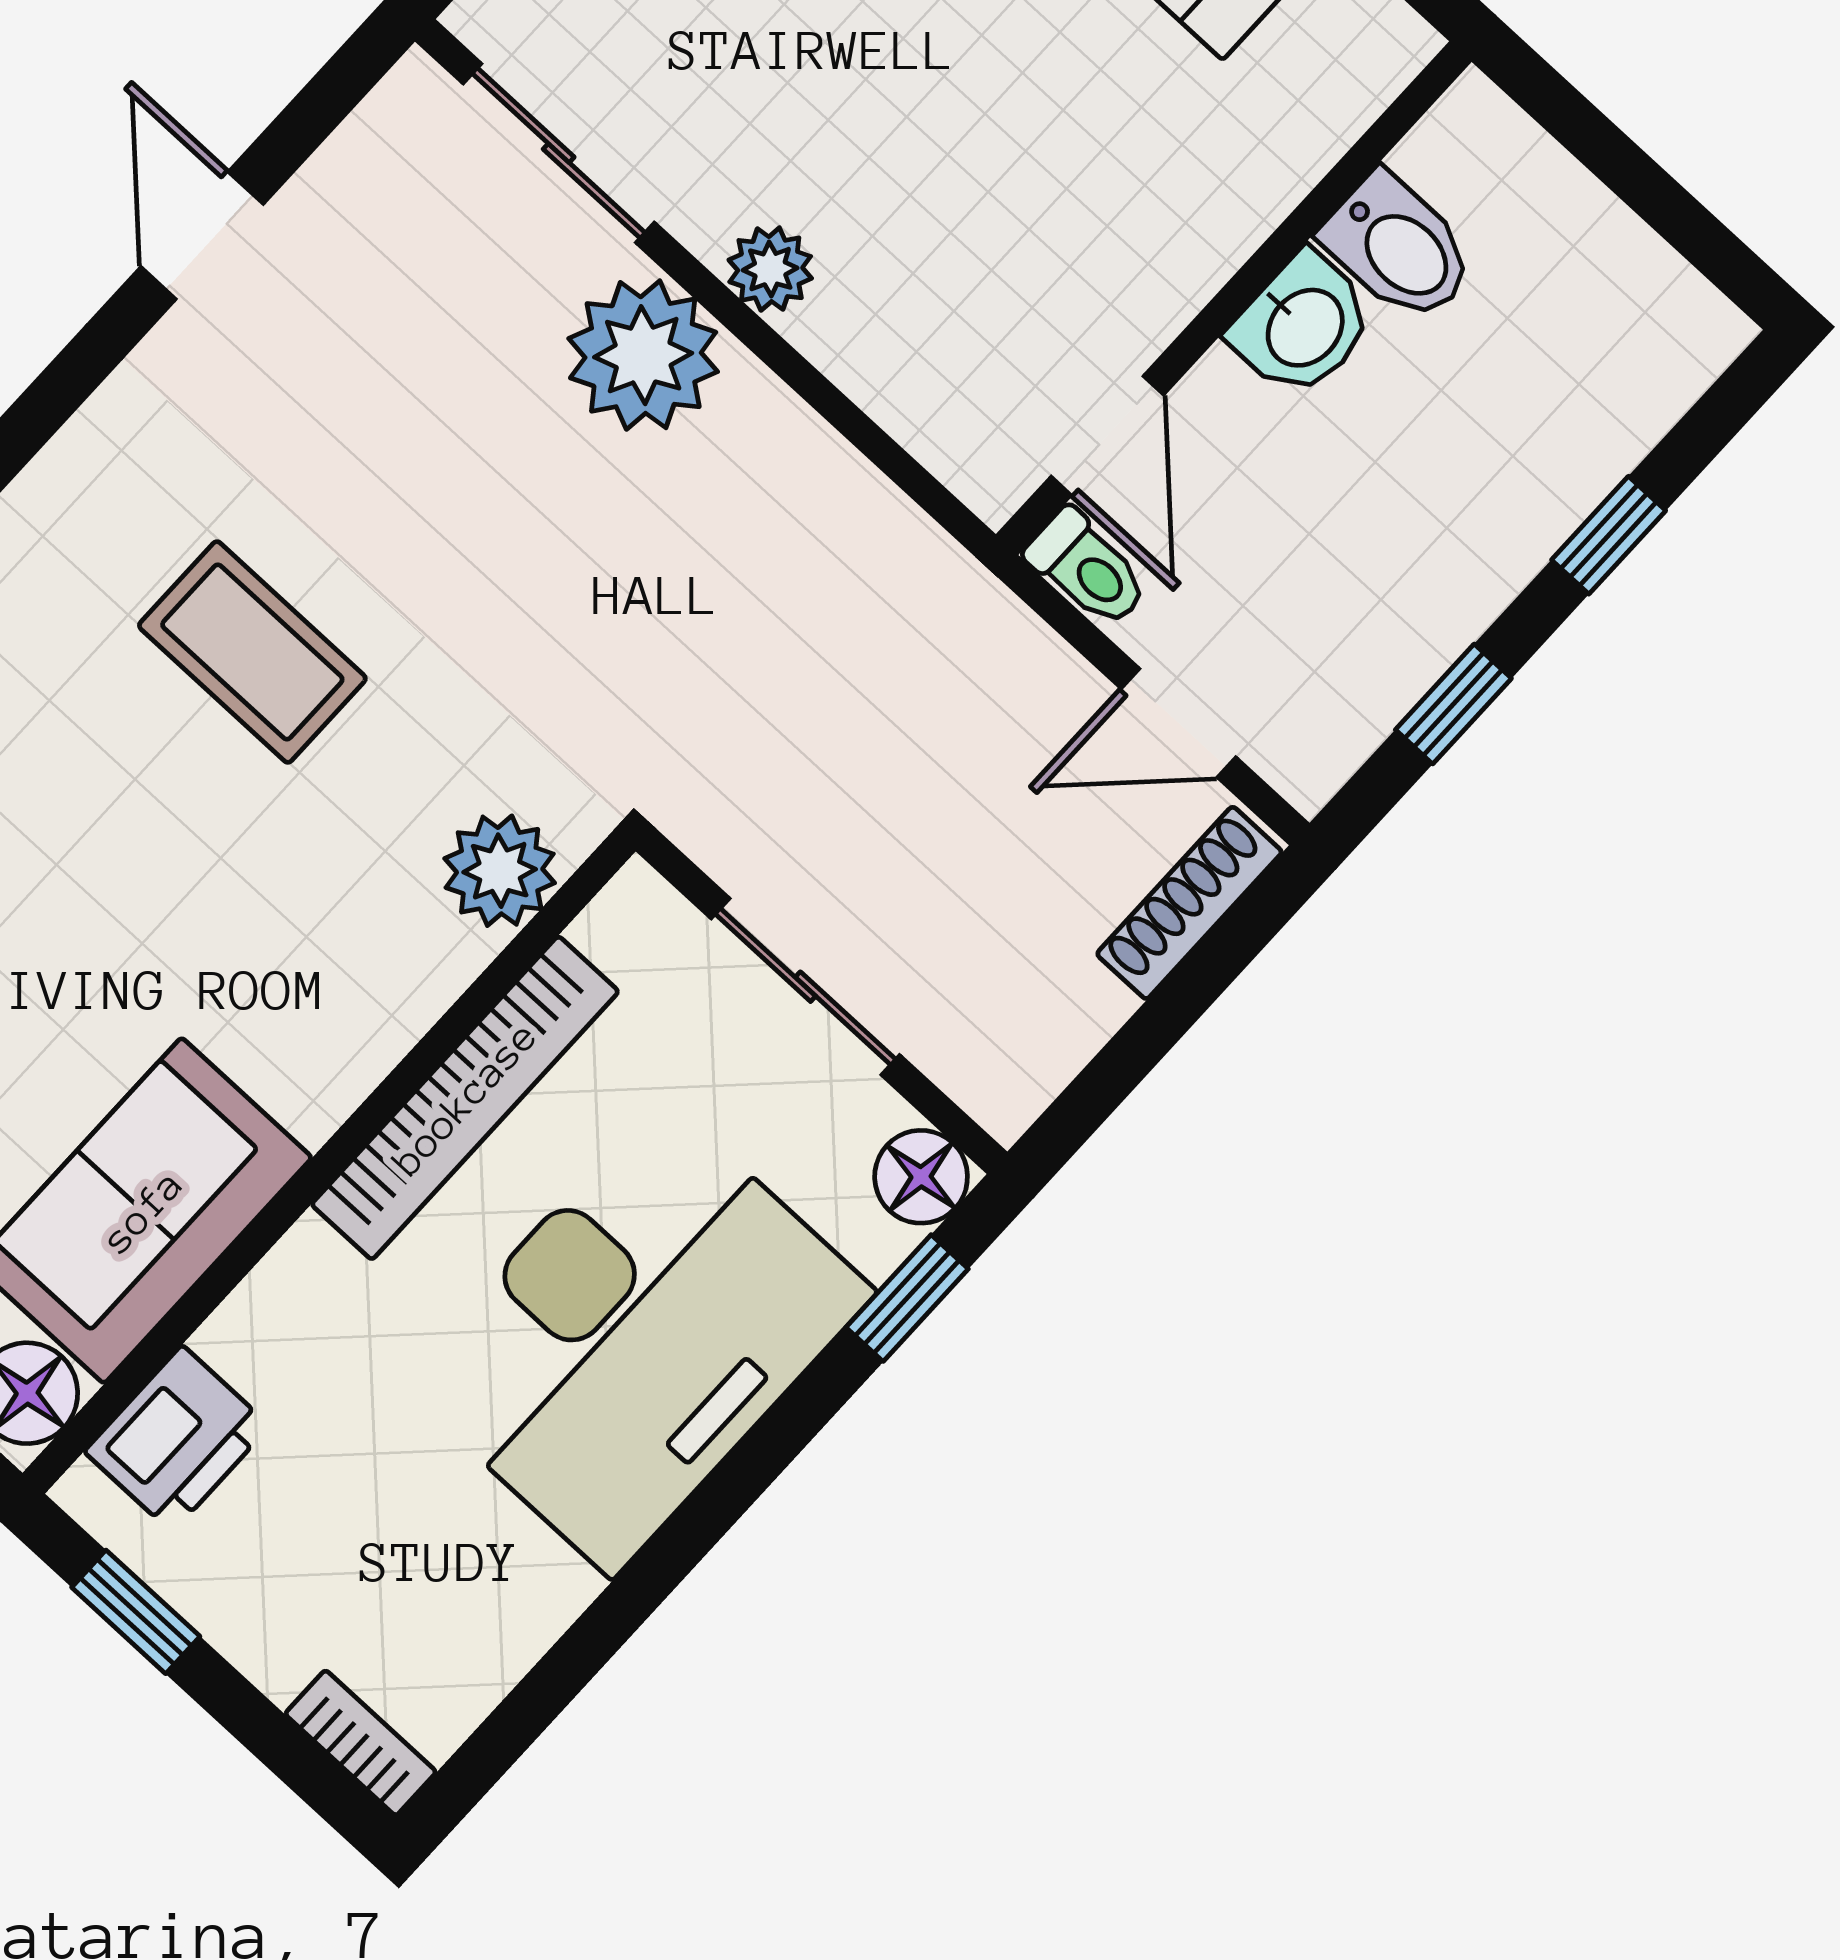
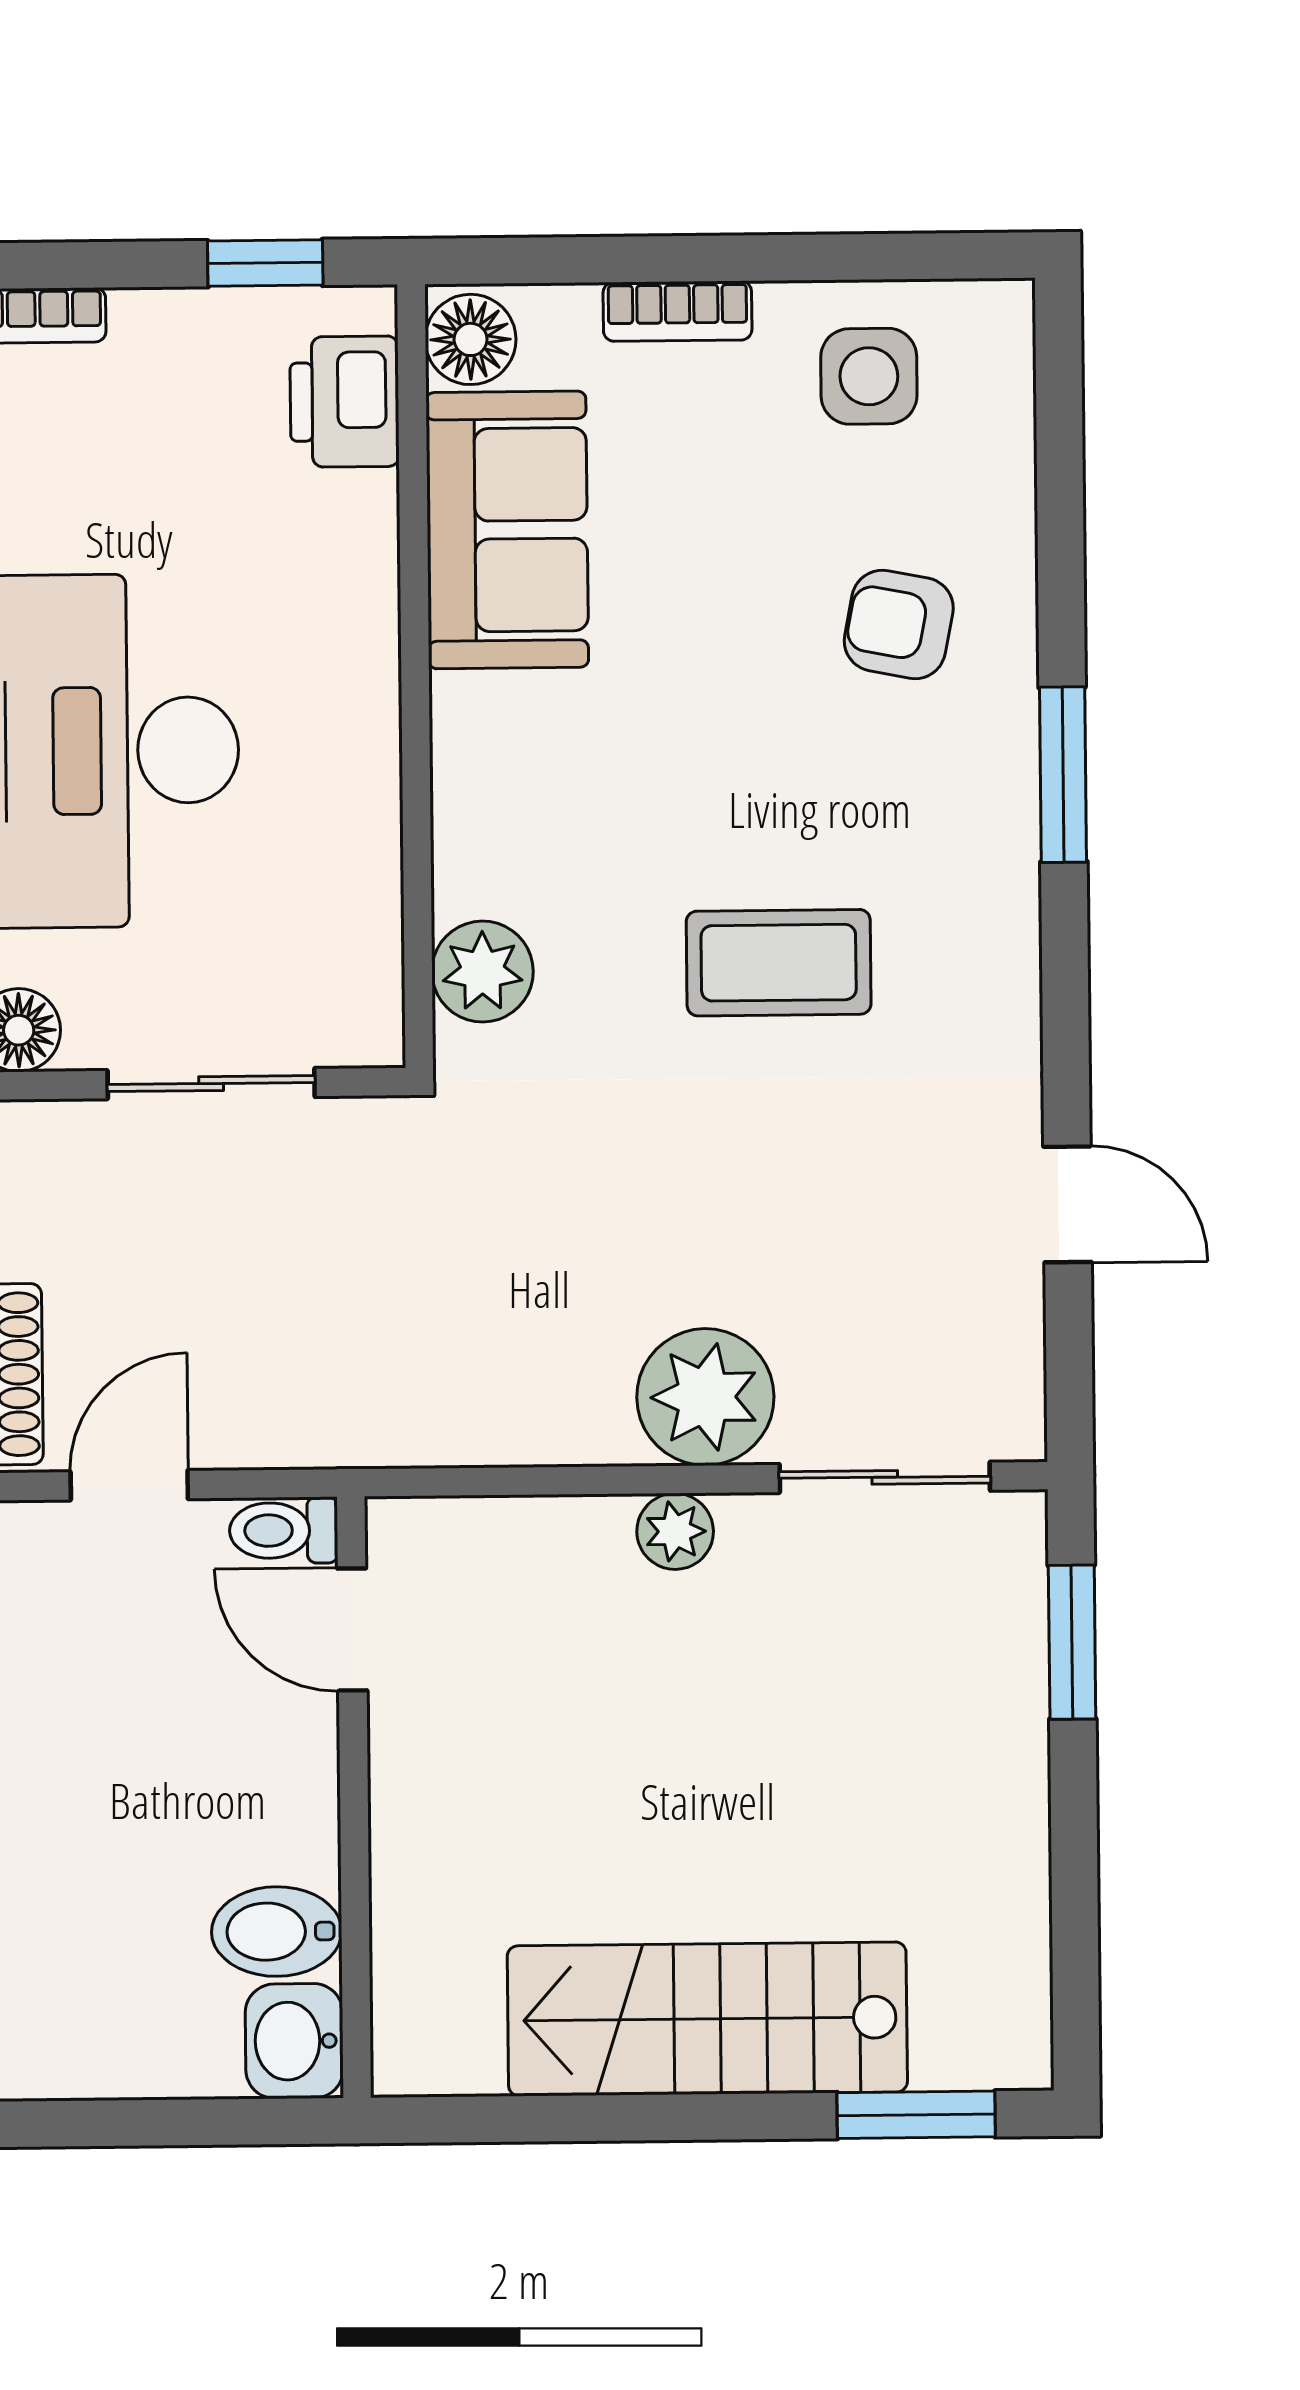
washbasin: (1303, 326) -> (294, 2041), moved
bookcase: (465, 1098) -> (366, 802), removed

